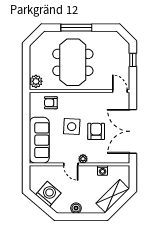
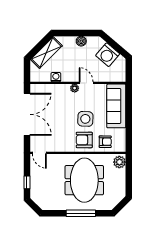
armchair: (96, 131) -> (84, 140), moved, turned 90

